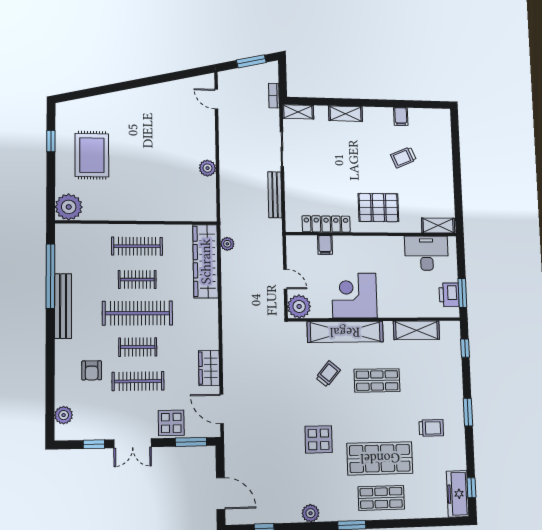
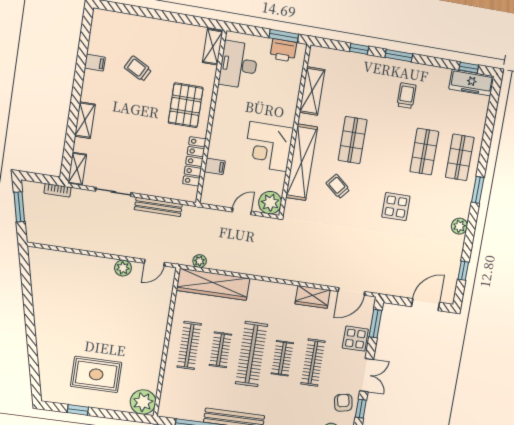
door: (216, 99) -> (154, 263), moved
trolley: (403, 157) -> (138, 69), turned 141
window: (465, 348) -> (359, 49), moved
armchair: (92, 370) -> (343, 403), moved, turned -101
shop shelf: (380, 458) -> (424, 152), width x0.70, depth x0.74

